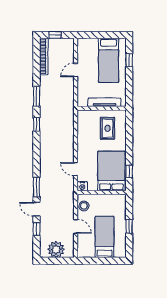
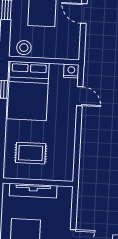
rug: (107, 128) -> (31, 153), turned 90
stool: (84, 206) -> (24, 48), moved

